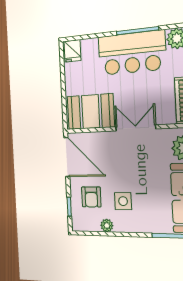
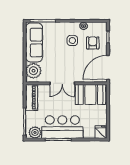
door: (67, 157) -> (108, 67), hinge flipped

